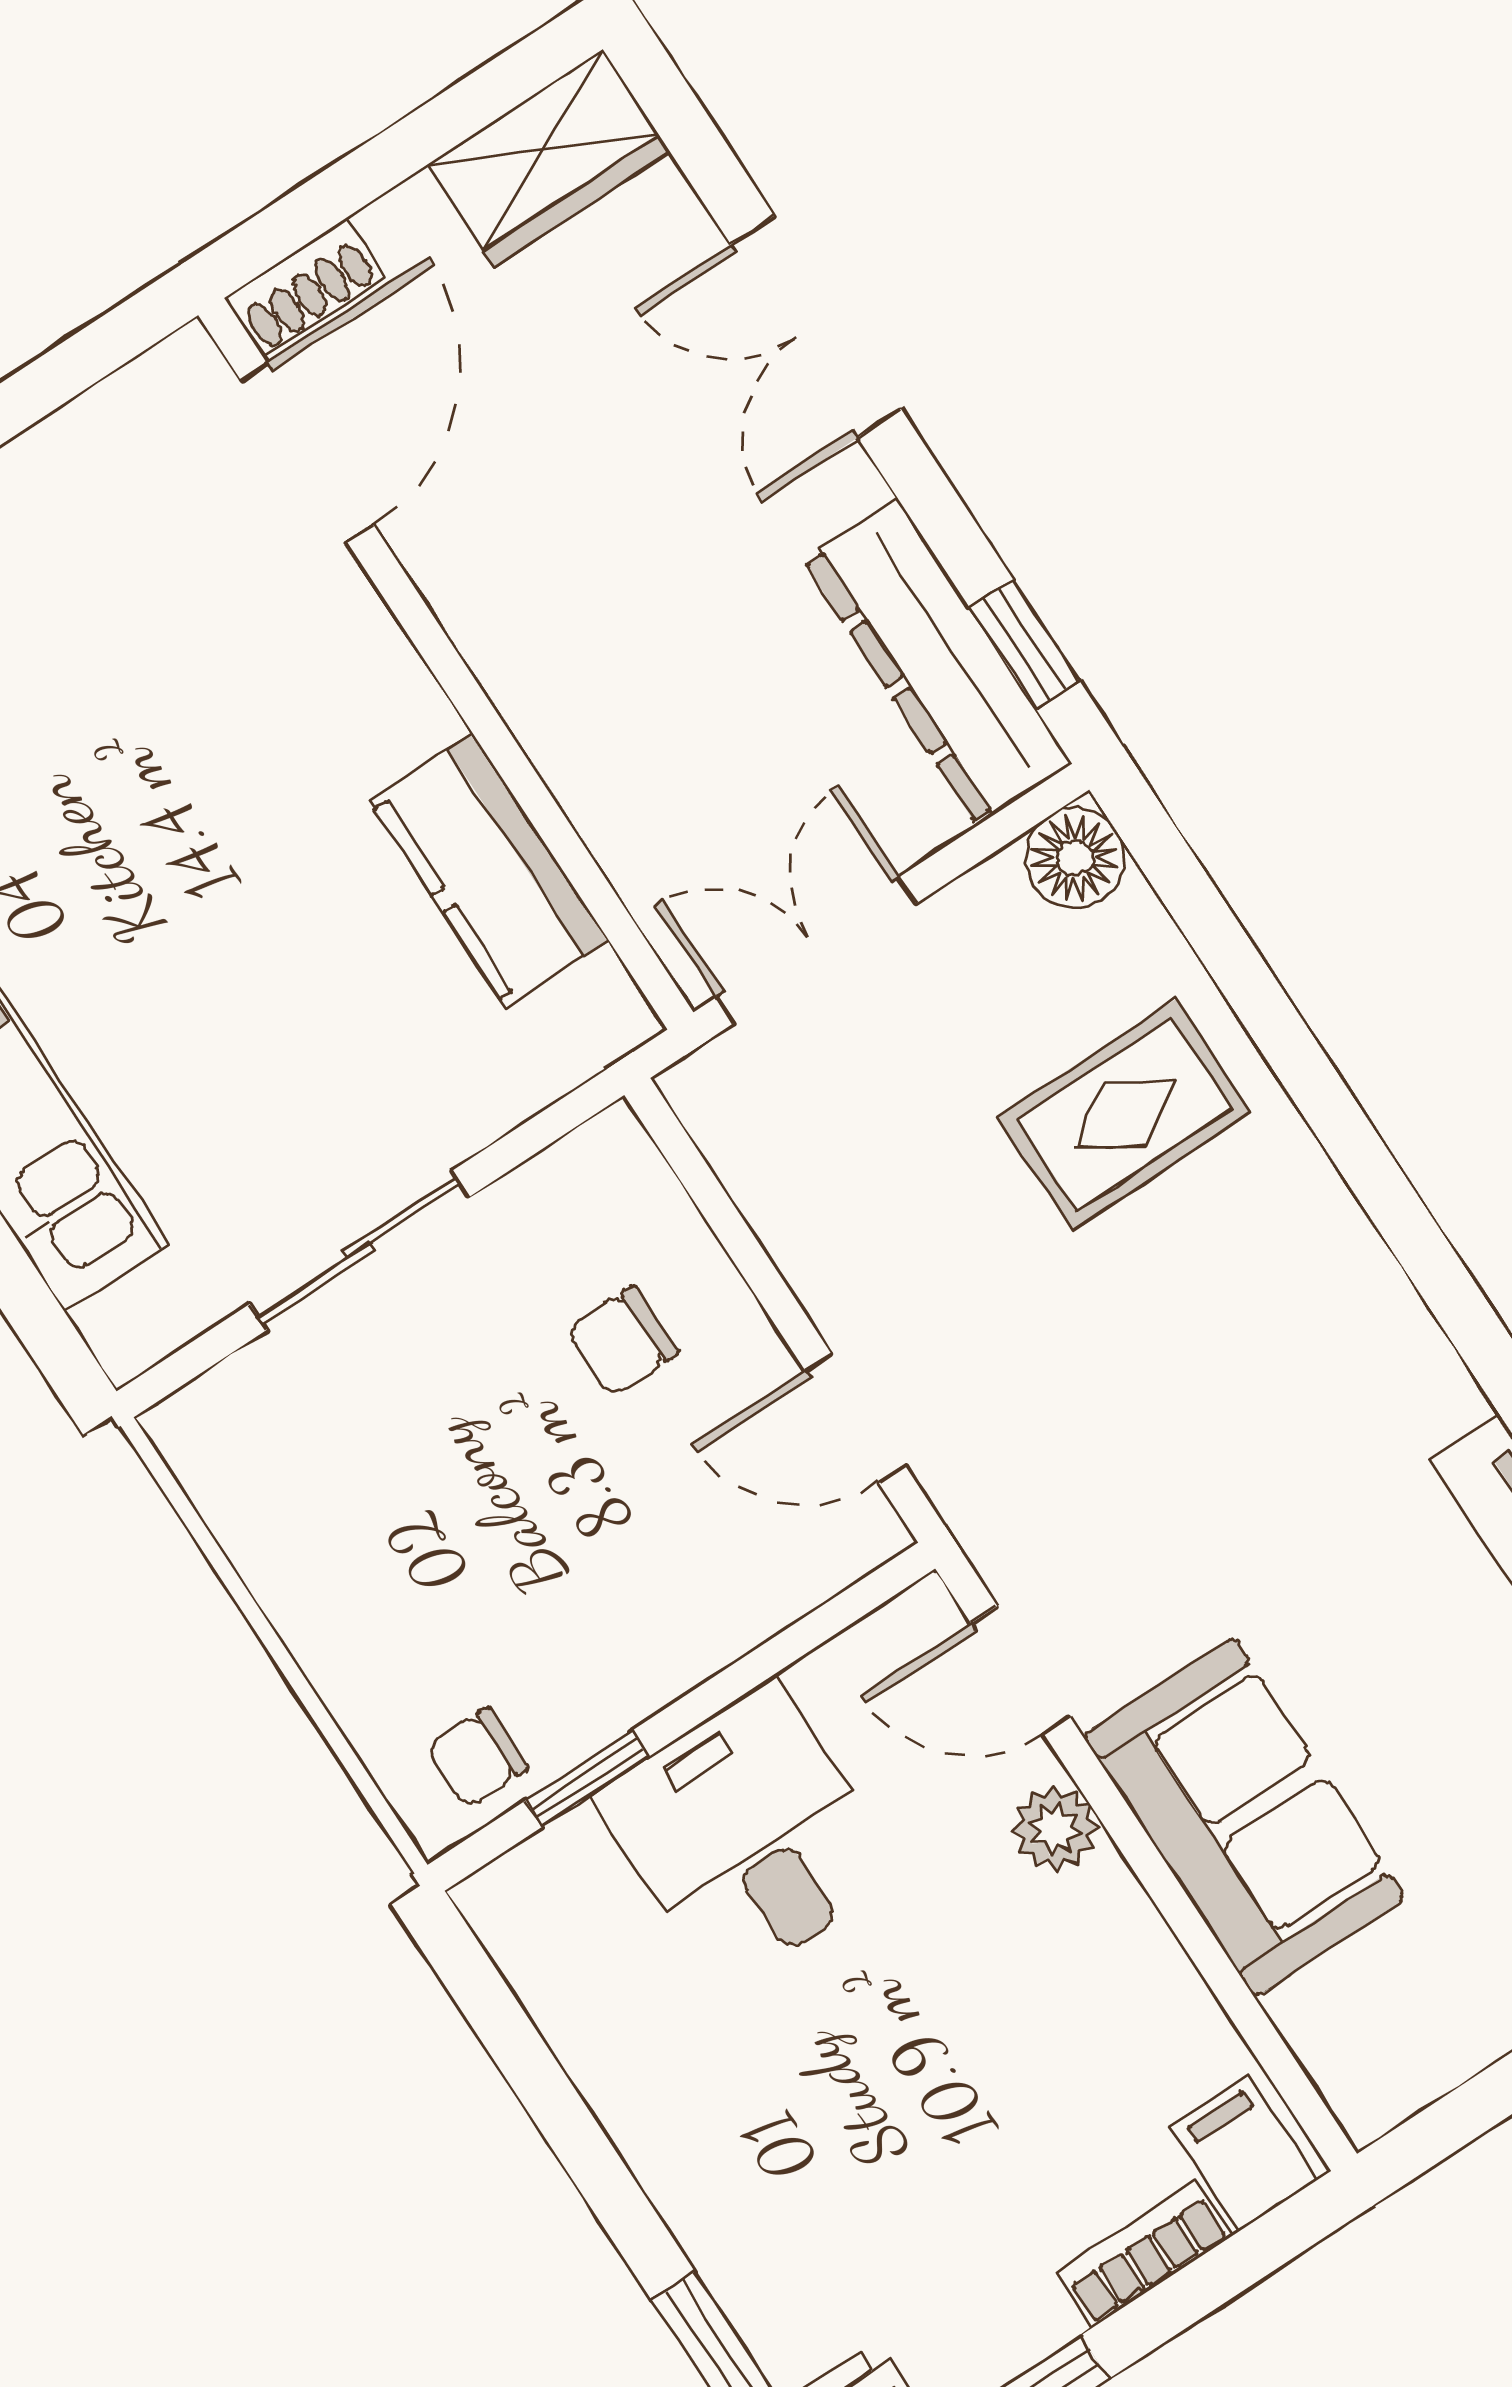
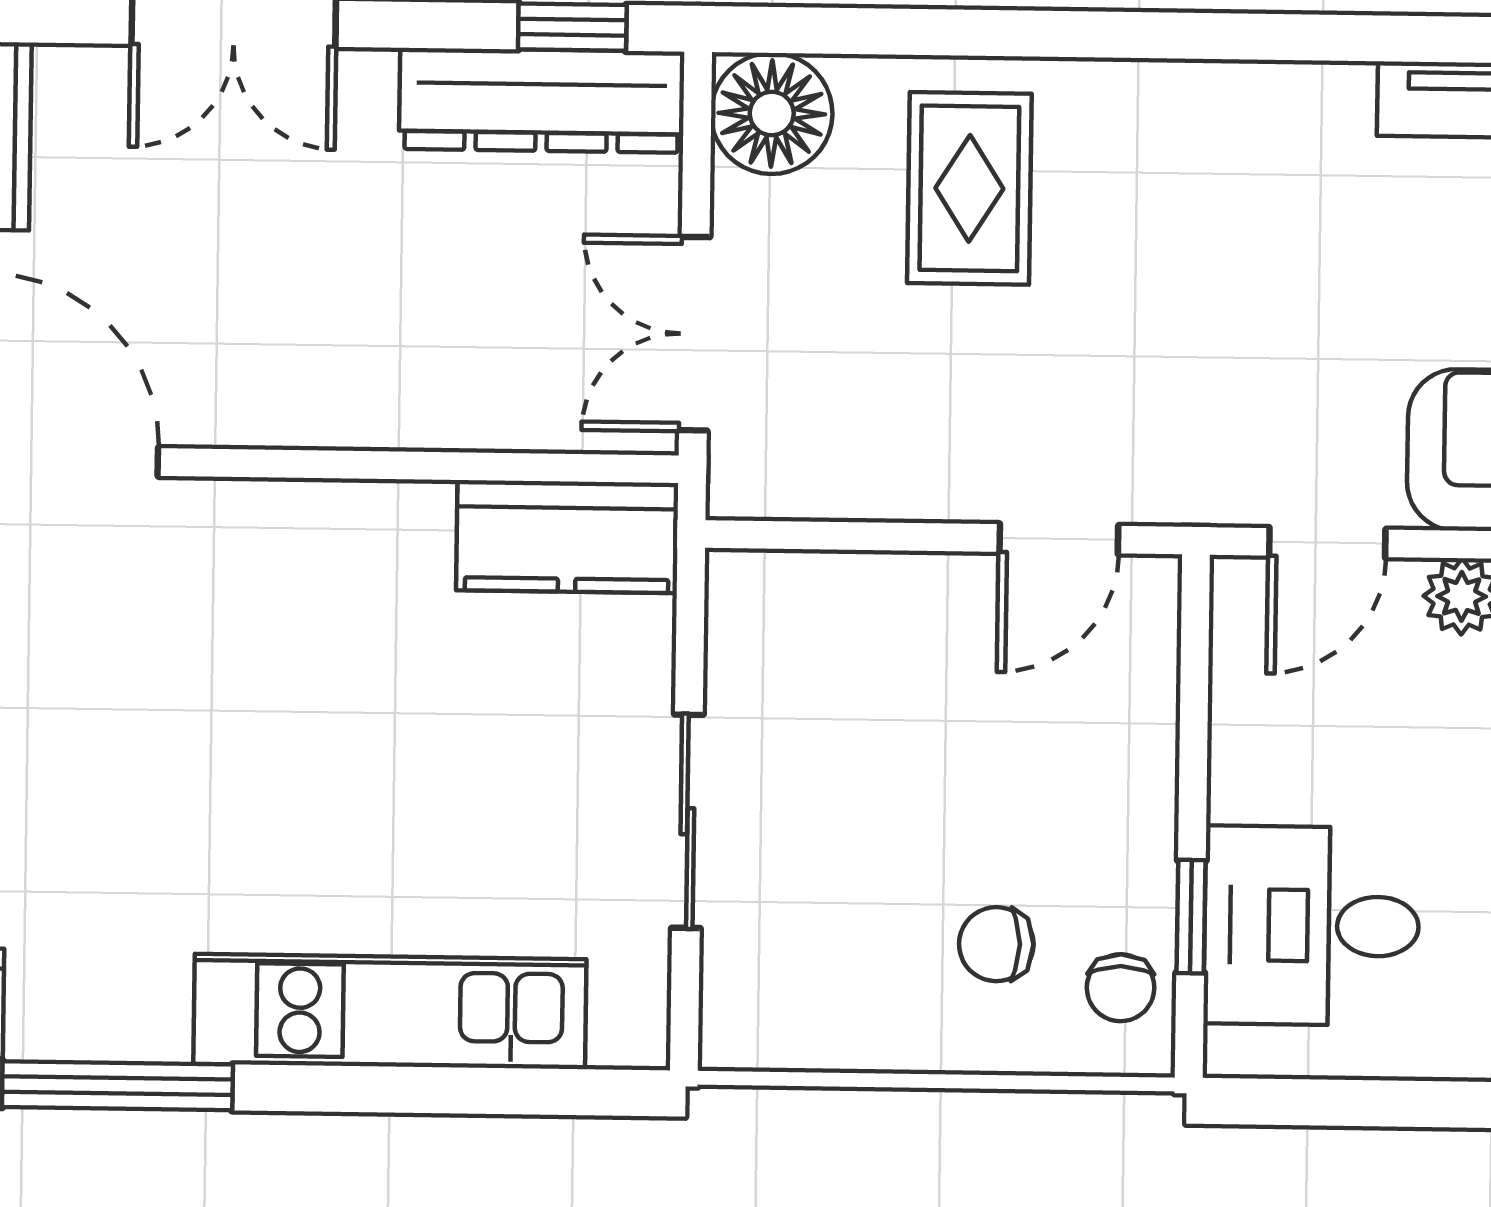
floor lamp: (1075, 858) -> (772, 114), width x1.38, depth x1.38
kitchen counter: (489, 870) -> (567, 537), moved
chair: (622, 1341) -> (996, 944), moved, turned 90
desk: (748, 1835) -> (1312, 926), moved

